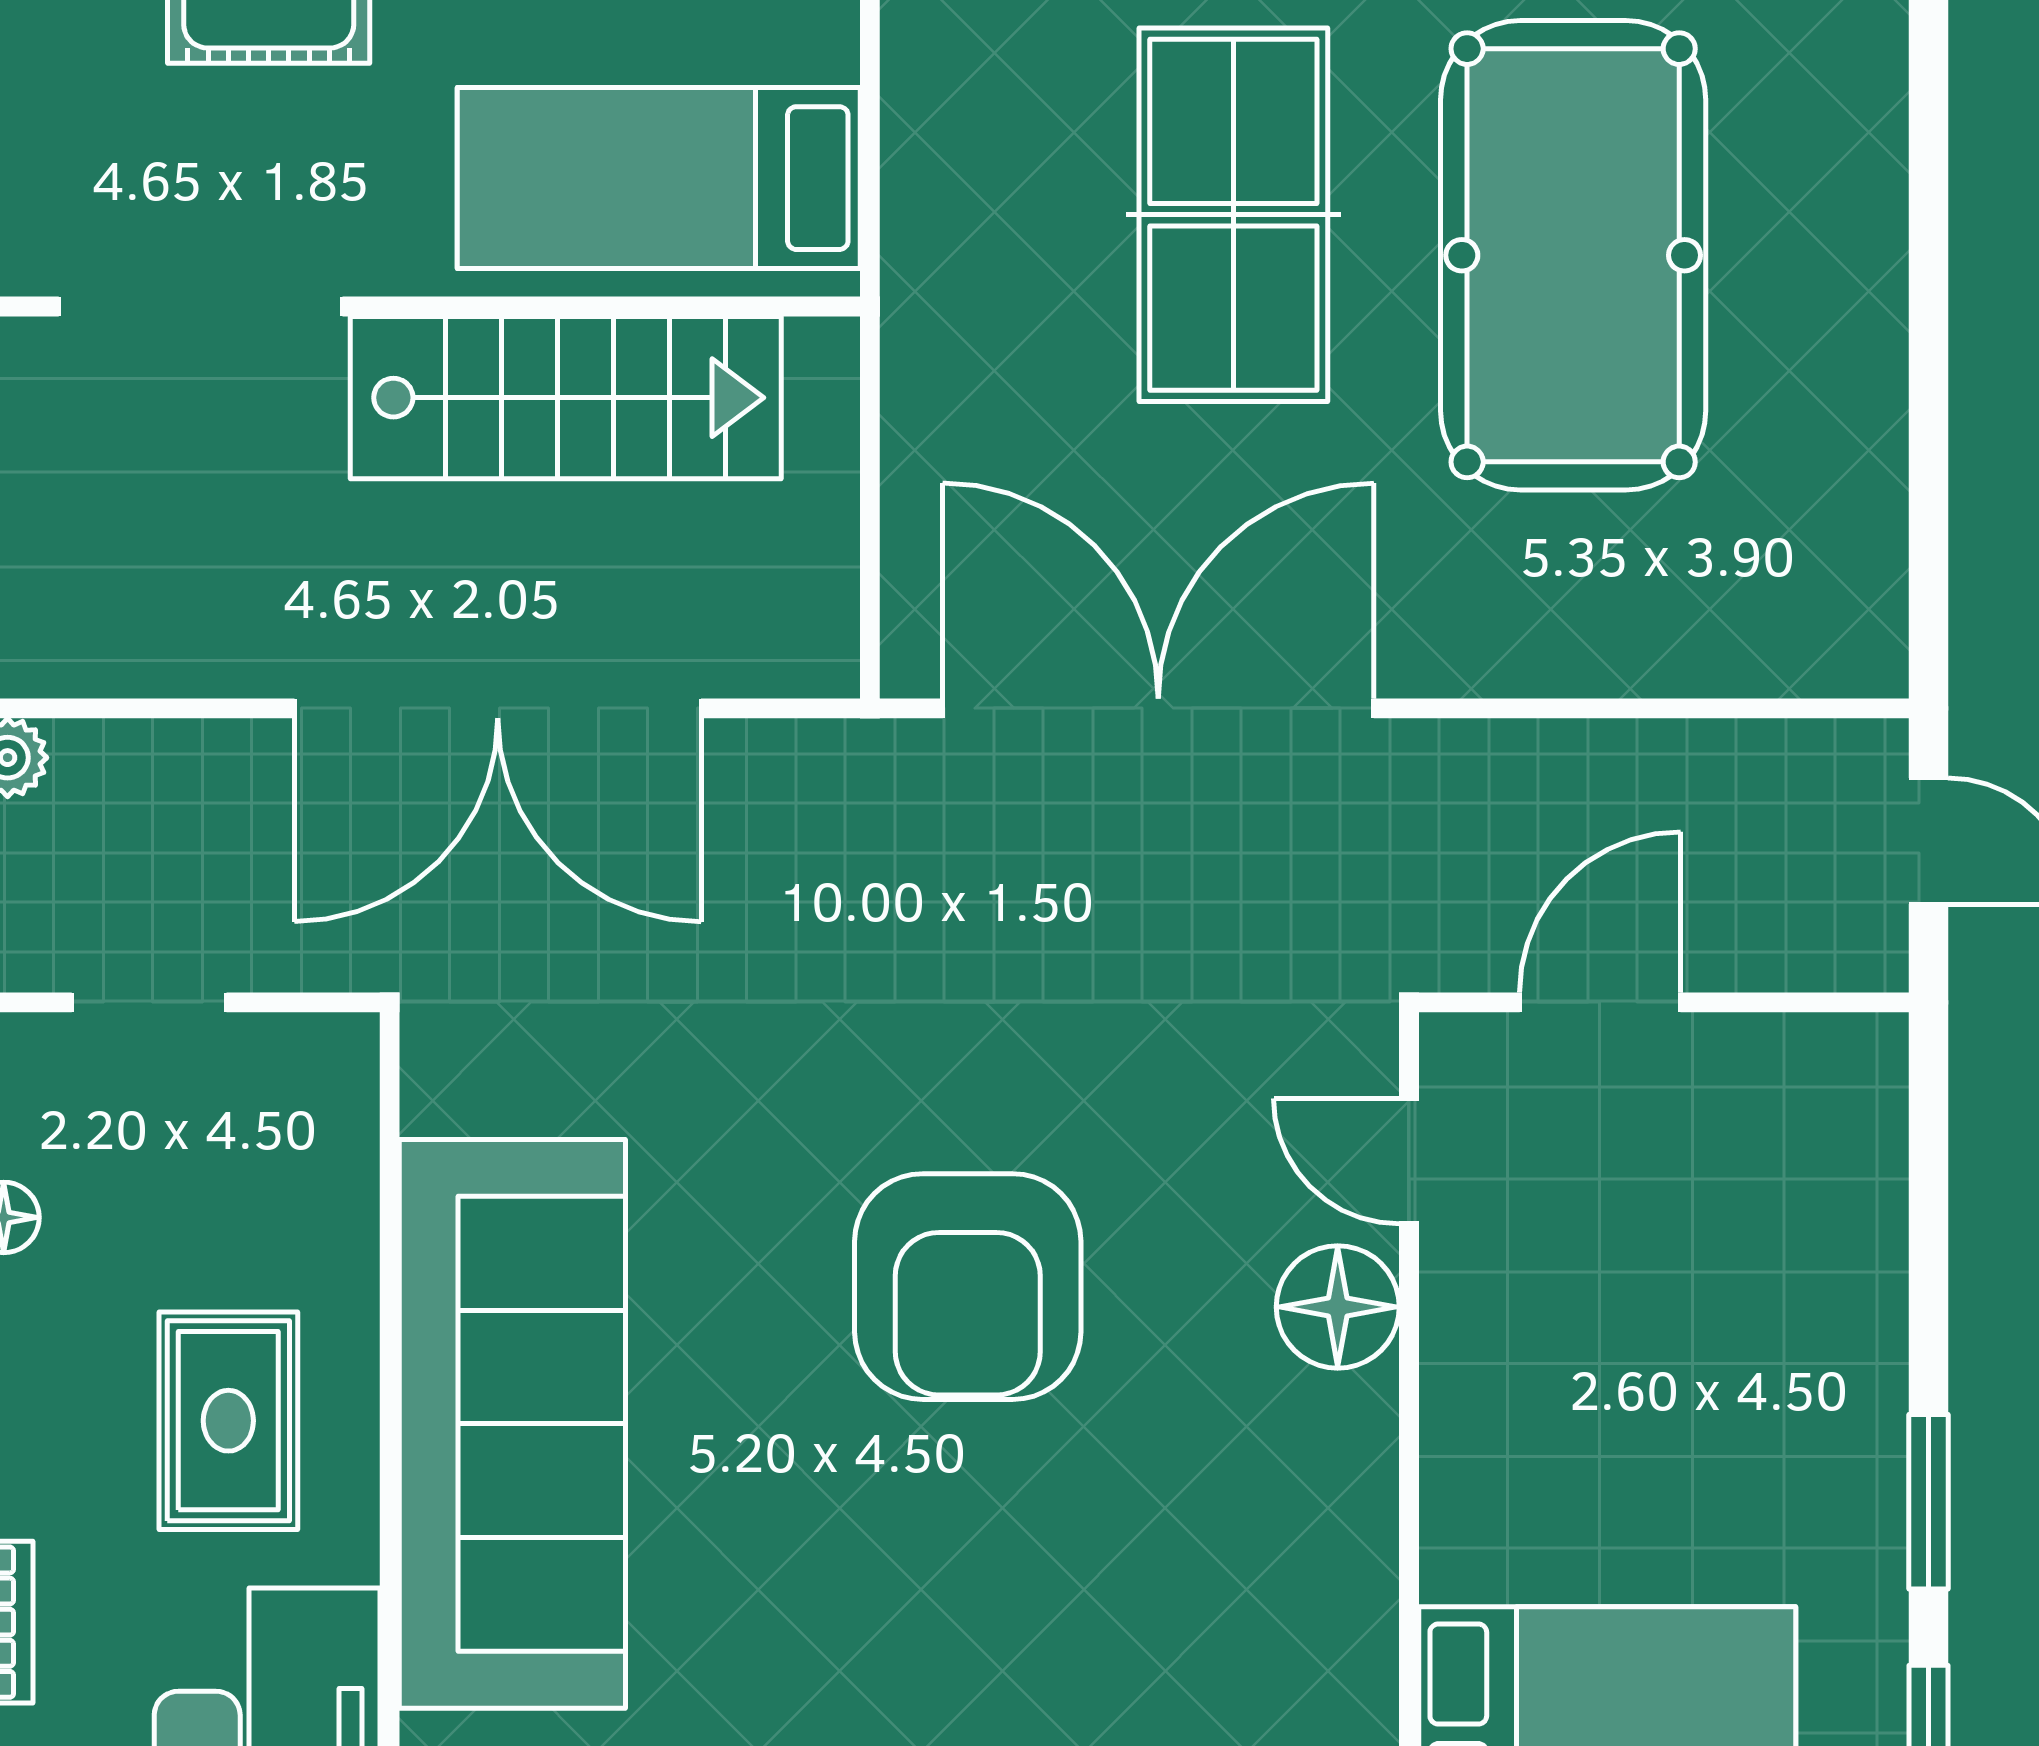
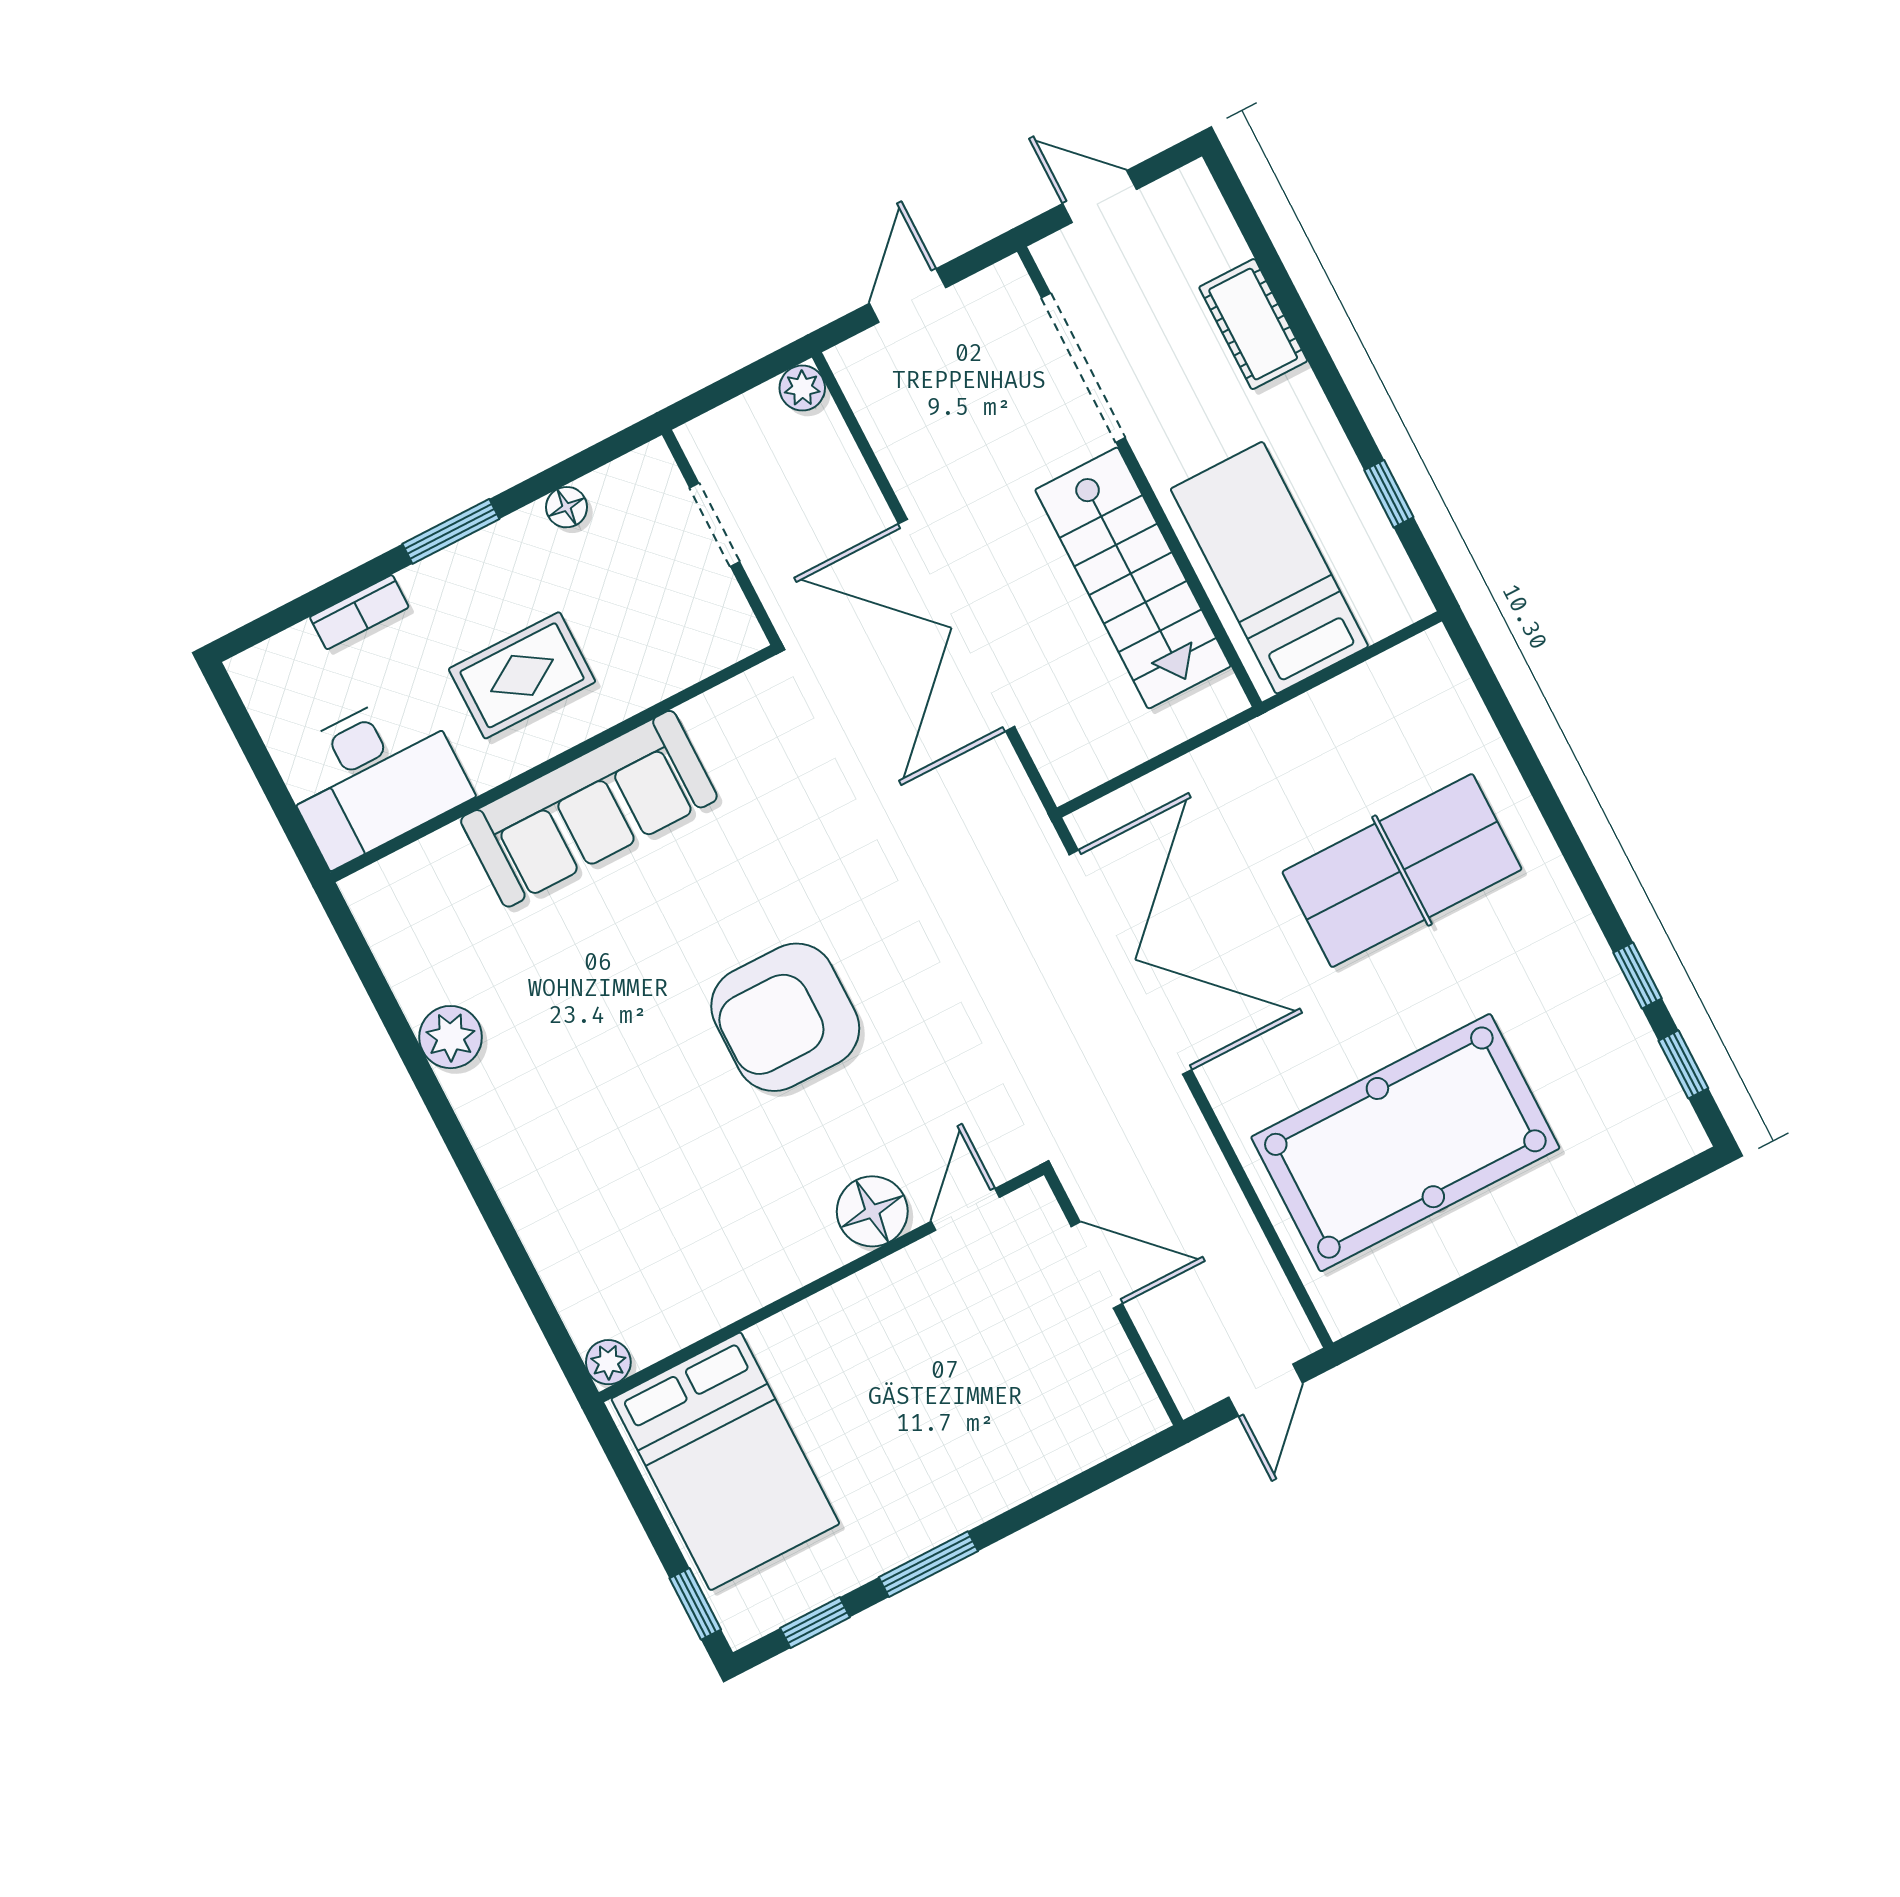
pool table: (1573, 255) -> (1405, 1143), moved
sofa: (512, 1424) -> (589, 809), width x0.74, depth x0.79

